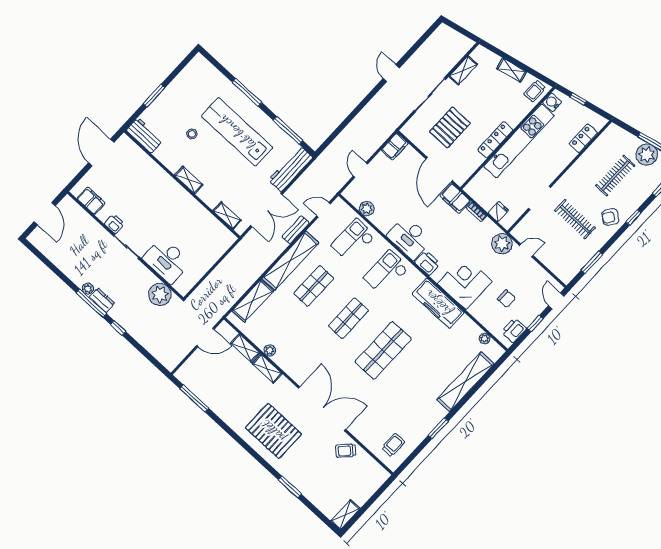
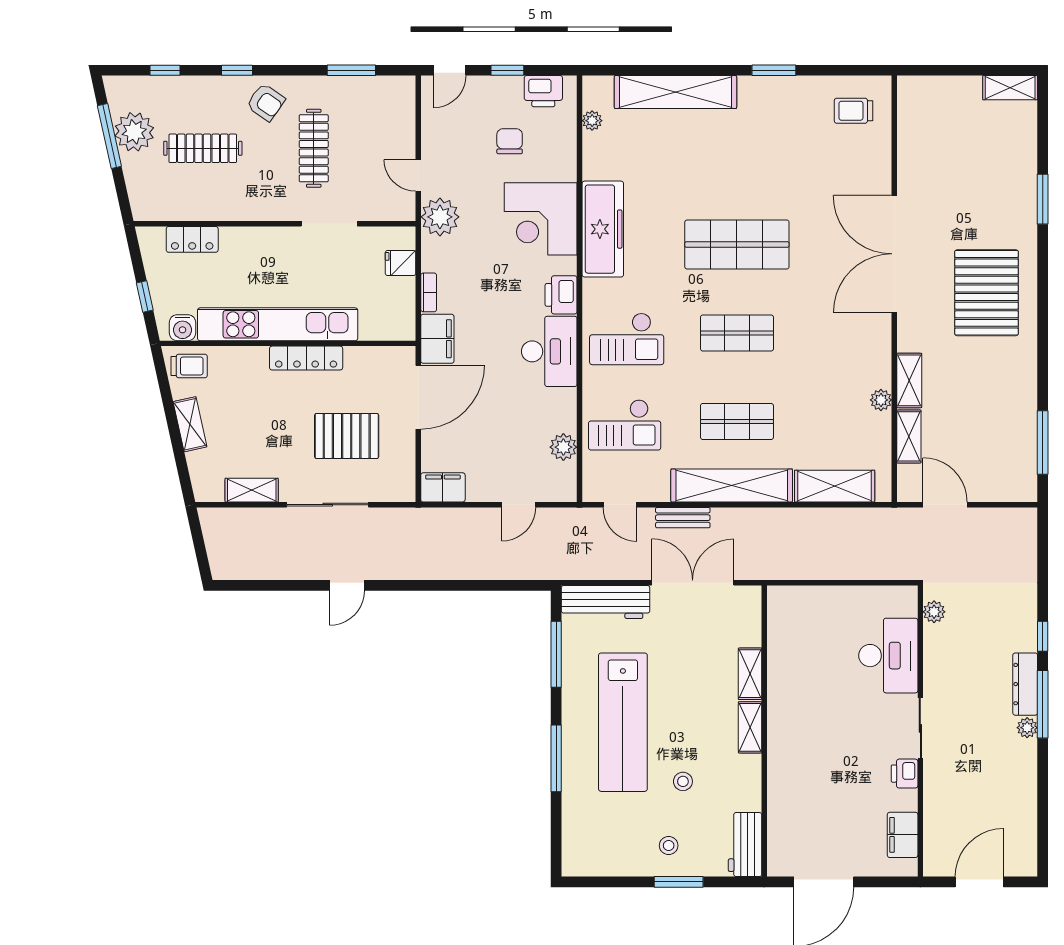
stool: (172, 105) -> (669, 846), added
shelving: (227, 215) -> (750, 674), moved
plant: (160, 294) -> (934, 612), width x0.53, depth x0.53
dresser: (102, 300) -> (1025, 684), width x1.44
trolley: (346, 451) -> (922, 168), removed

